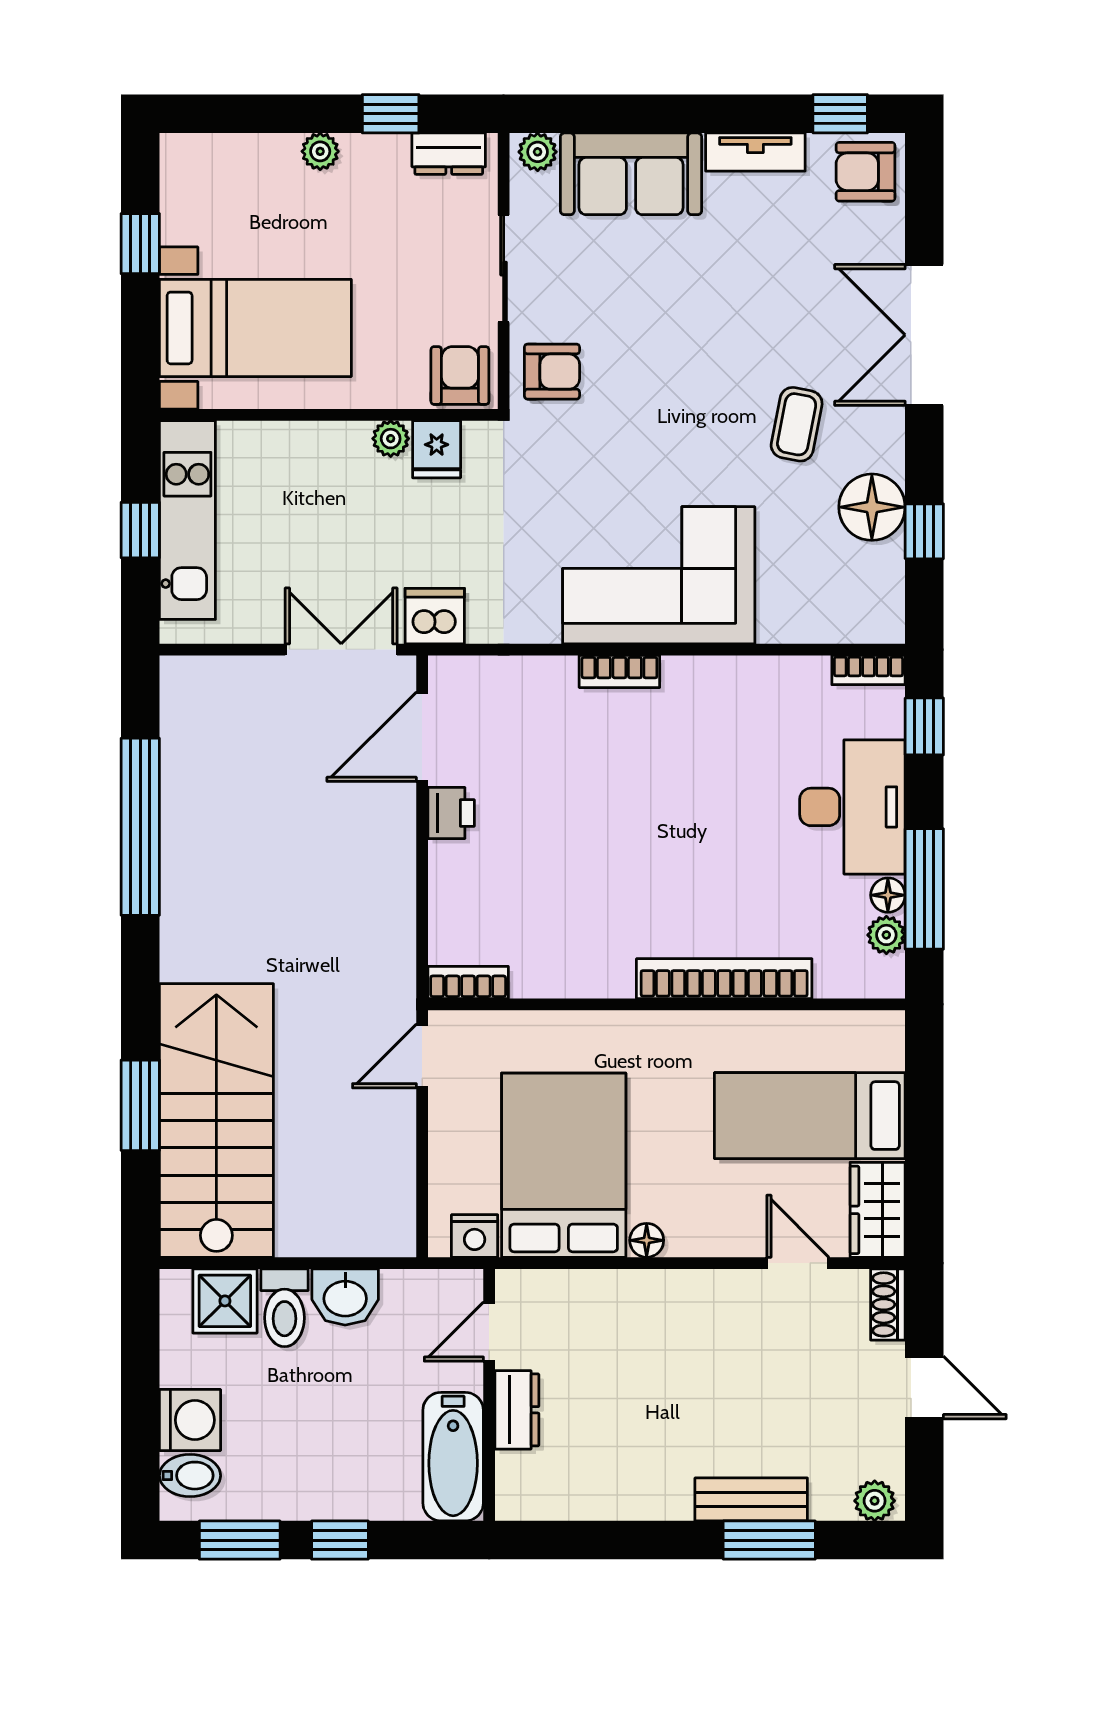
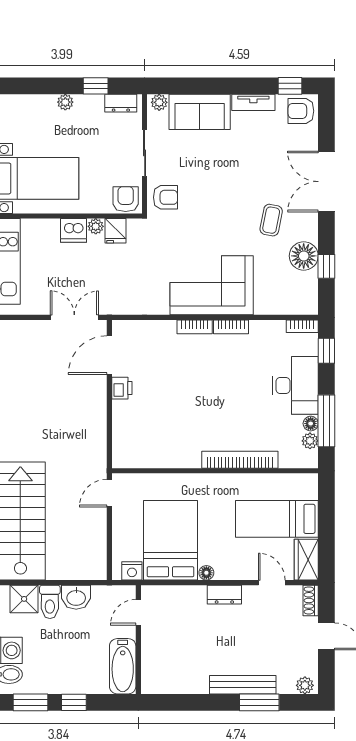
dishwasher: (435, 616) -> (73, 230), moved, turned 180
bookcase: (468, 982) -> (231, 327), moved, turned 180
dresser: (517, 1410) -> (224, 595), moved, turned 90
bench: (751, 1499) -> (243, 685), width x1.36

